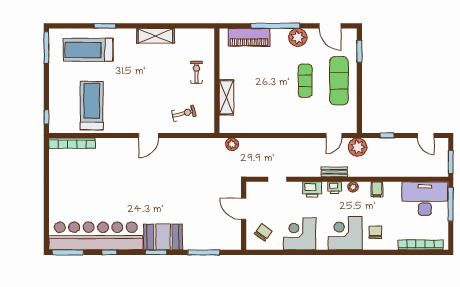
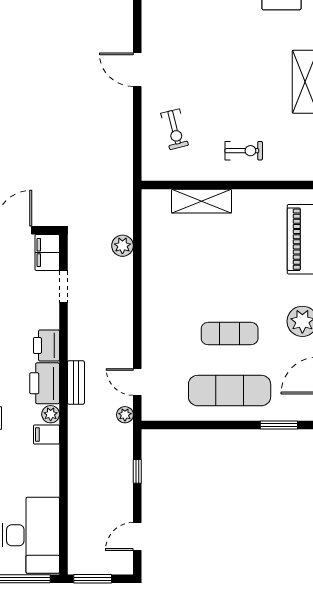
plant: (232, 144) -> (122, 246), moved
plant: (358, 147) -> (125, 415), width x0.53, depth x0.53
printer: (335, 188) -> (45, 383), width x1.87, depth x1.48
filing cabinet: (257, 189) -> (47, 252), added
filing cabinet: (377, 189) -> (46, 435), moved

